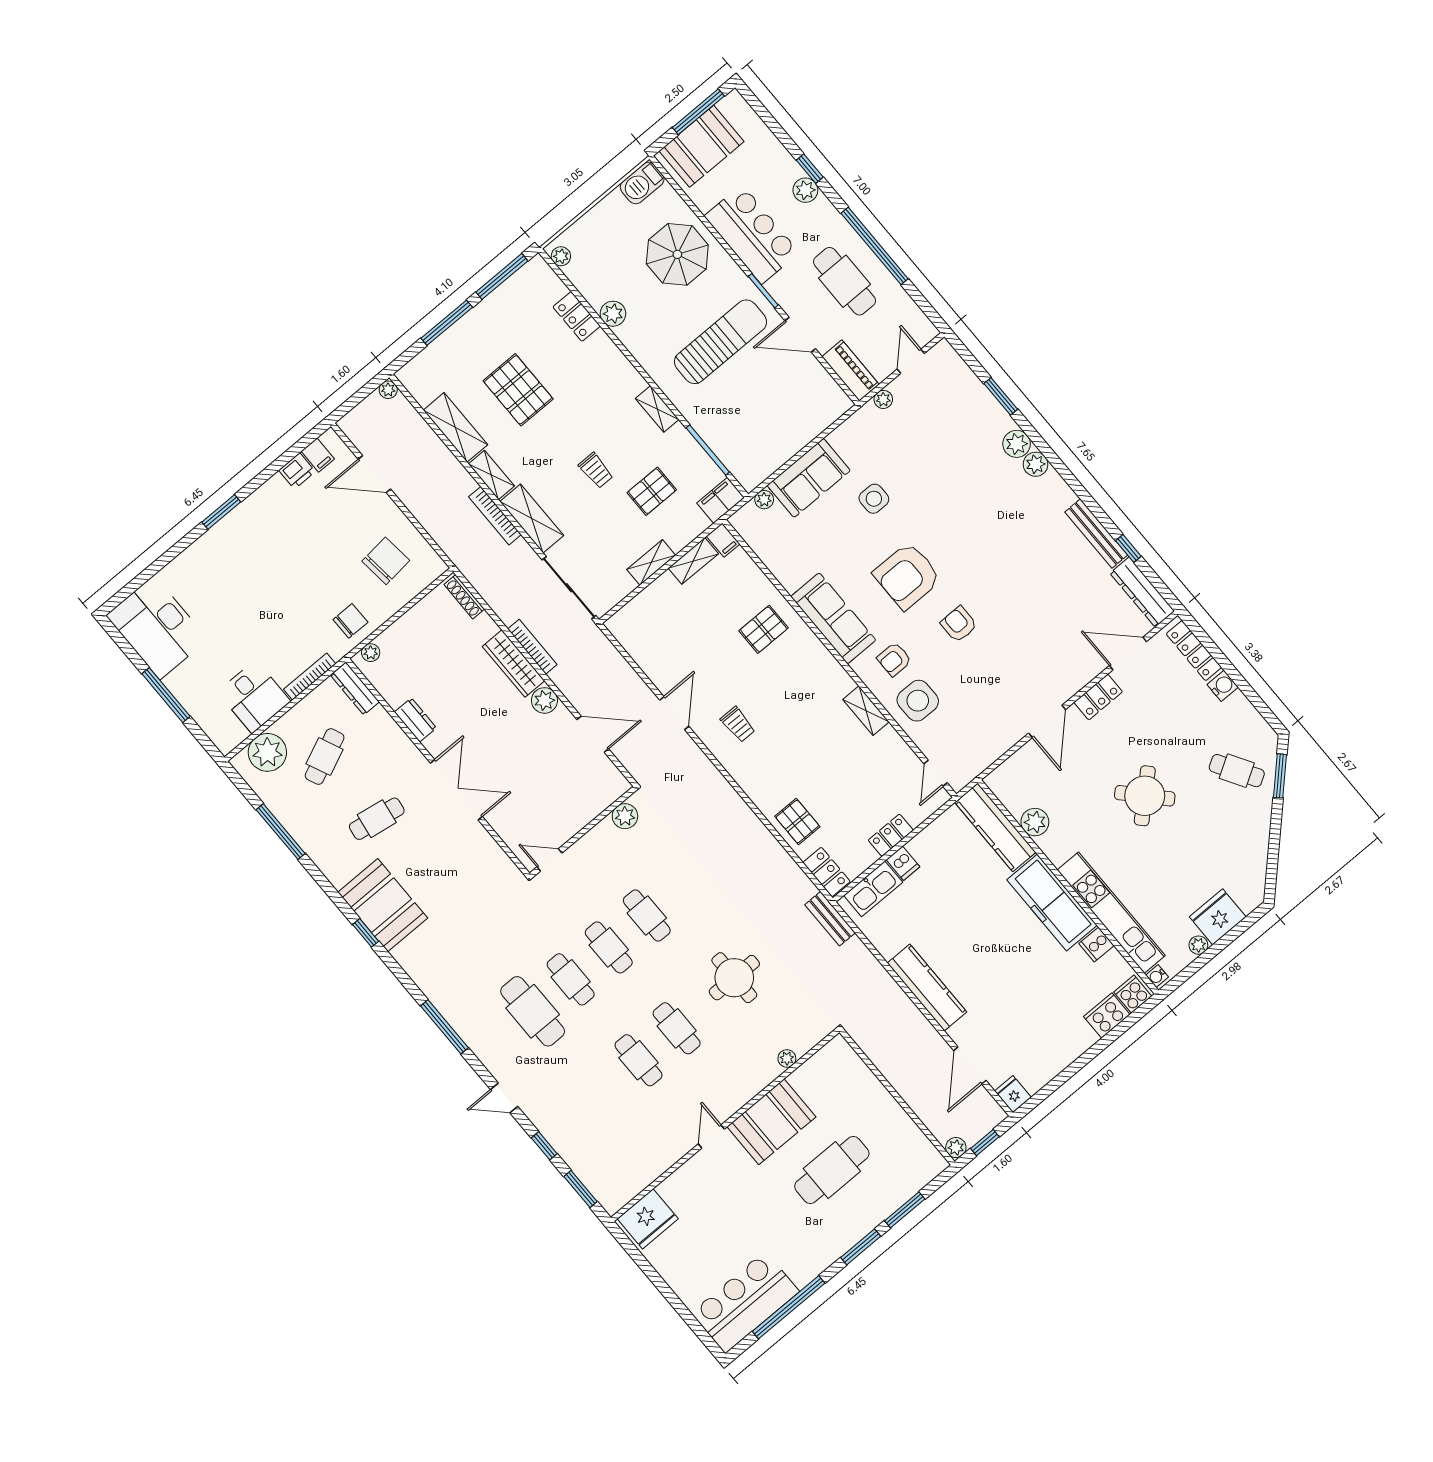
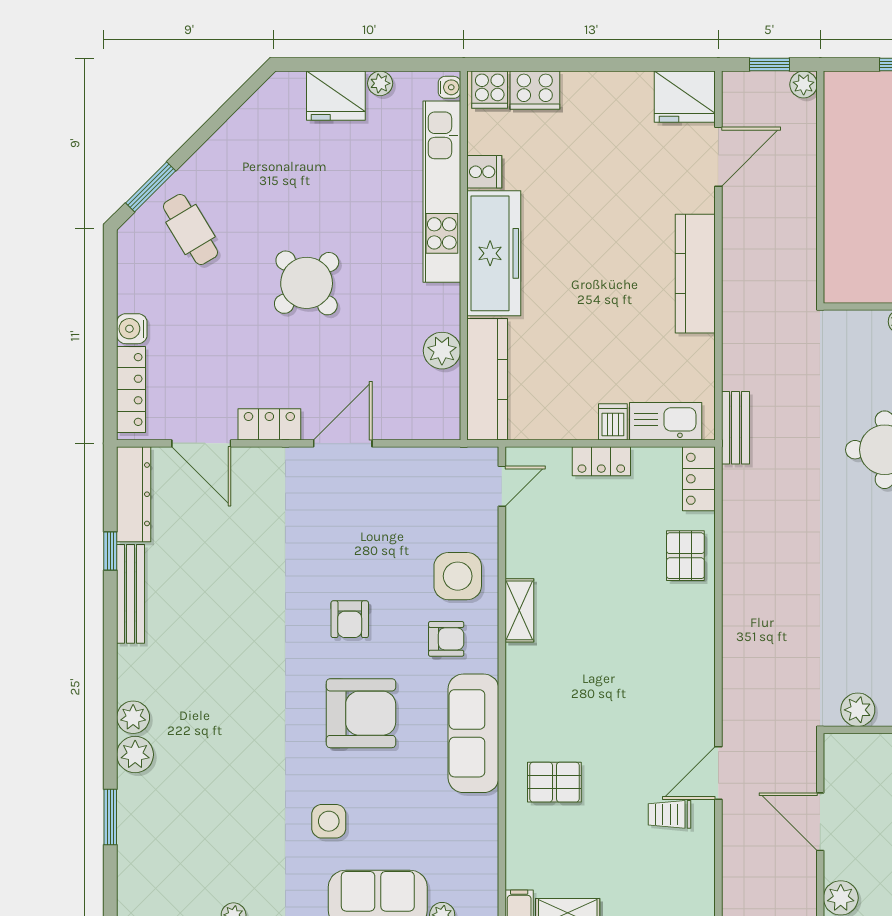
trolley: (738, 724) -> (670, 814), moved, turned -90
fridge: (1013, 1094) -> (685, 97), width x1.88, depth x1.34

